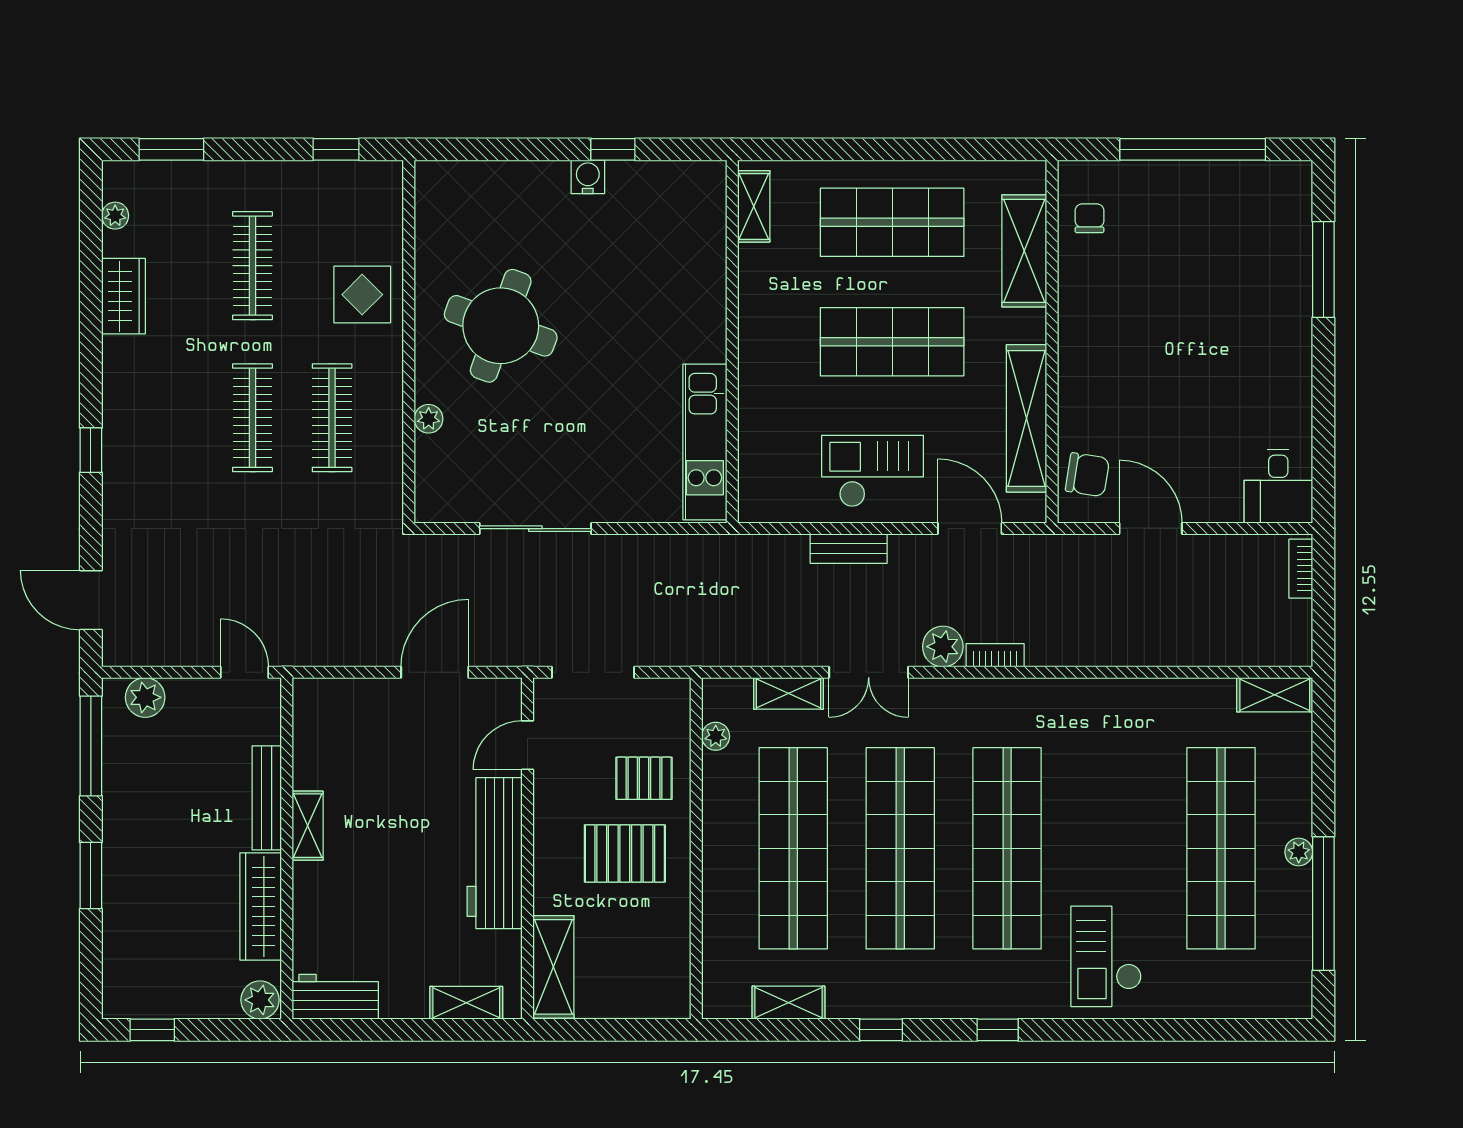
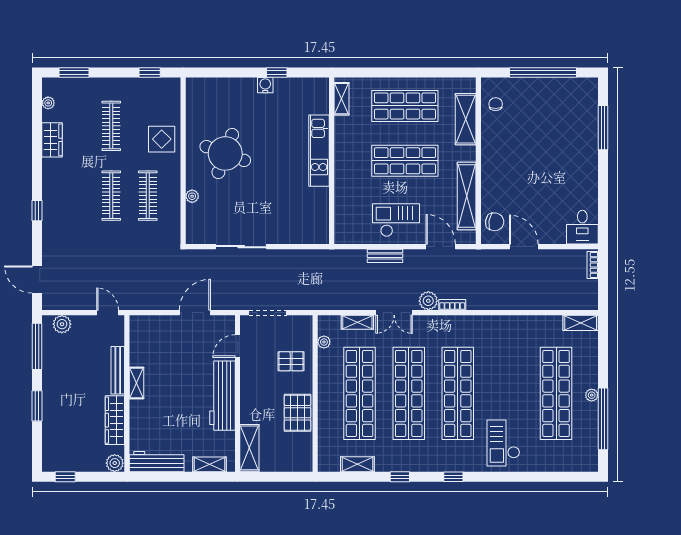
kitchen unit: (705, 442) -> (319, 151), moved
pallet: (625, 853) -> (298, 413), moved, turned 90
workbench: (335, 997) -> (157, 462), width x1.38

